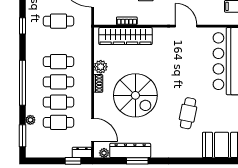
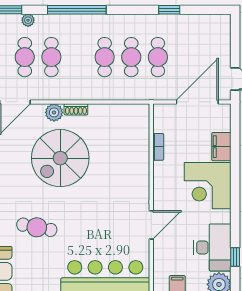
window: (22, 26) -> (169, 10), moved
wardrobe: (126, 36) -> (138, 145), removed
plant: (101, 67) -> (54, 112), moved
cafe table: (58, 82) -> (131, 57), moved

